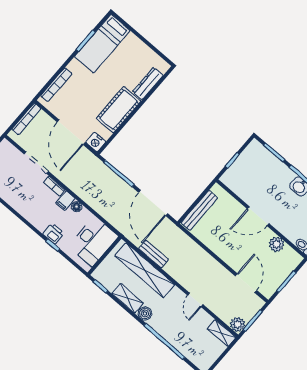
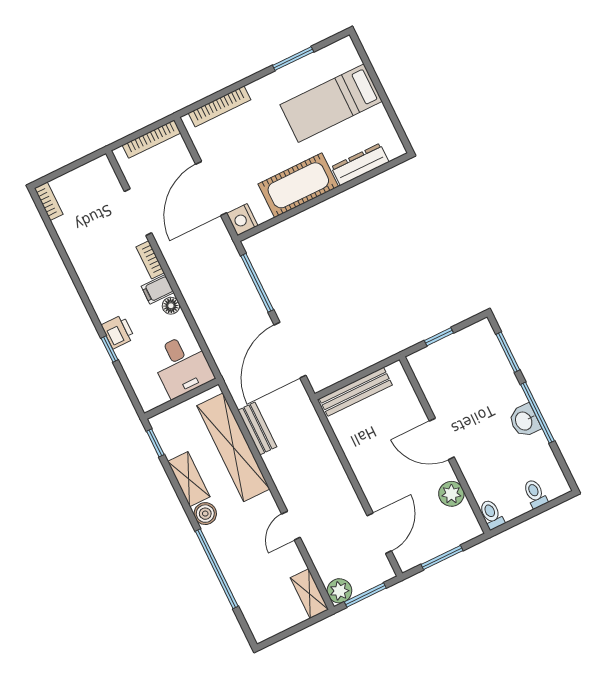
bed: (102, 44) -> (331, 103), moved
desk: (93, 241) -> (182, 366), width x0.73

